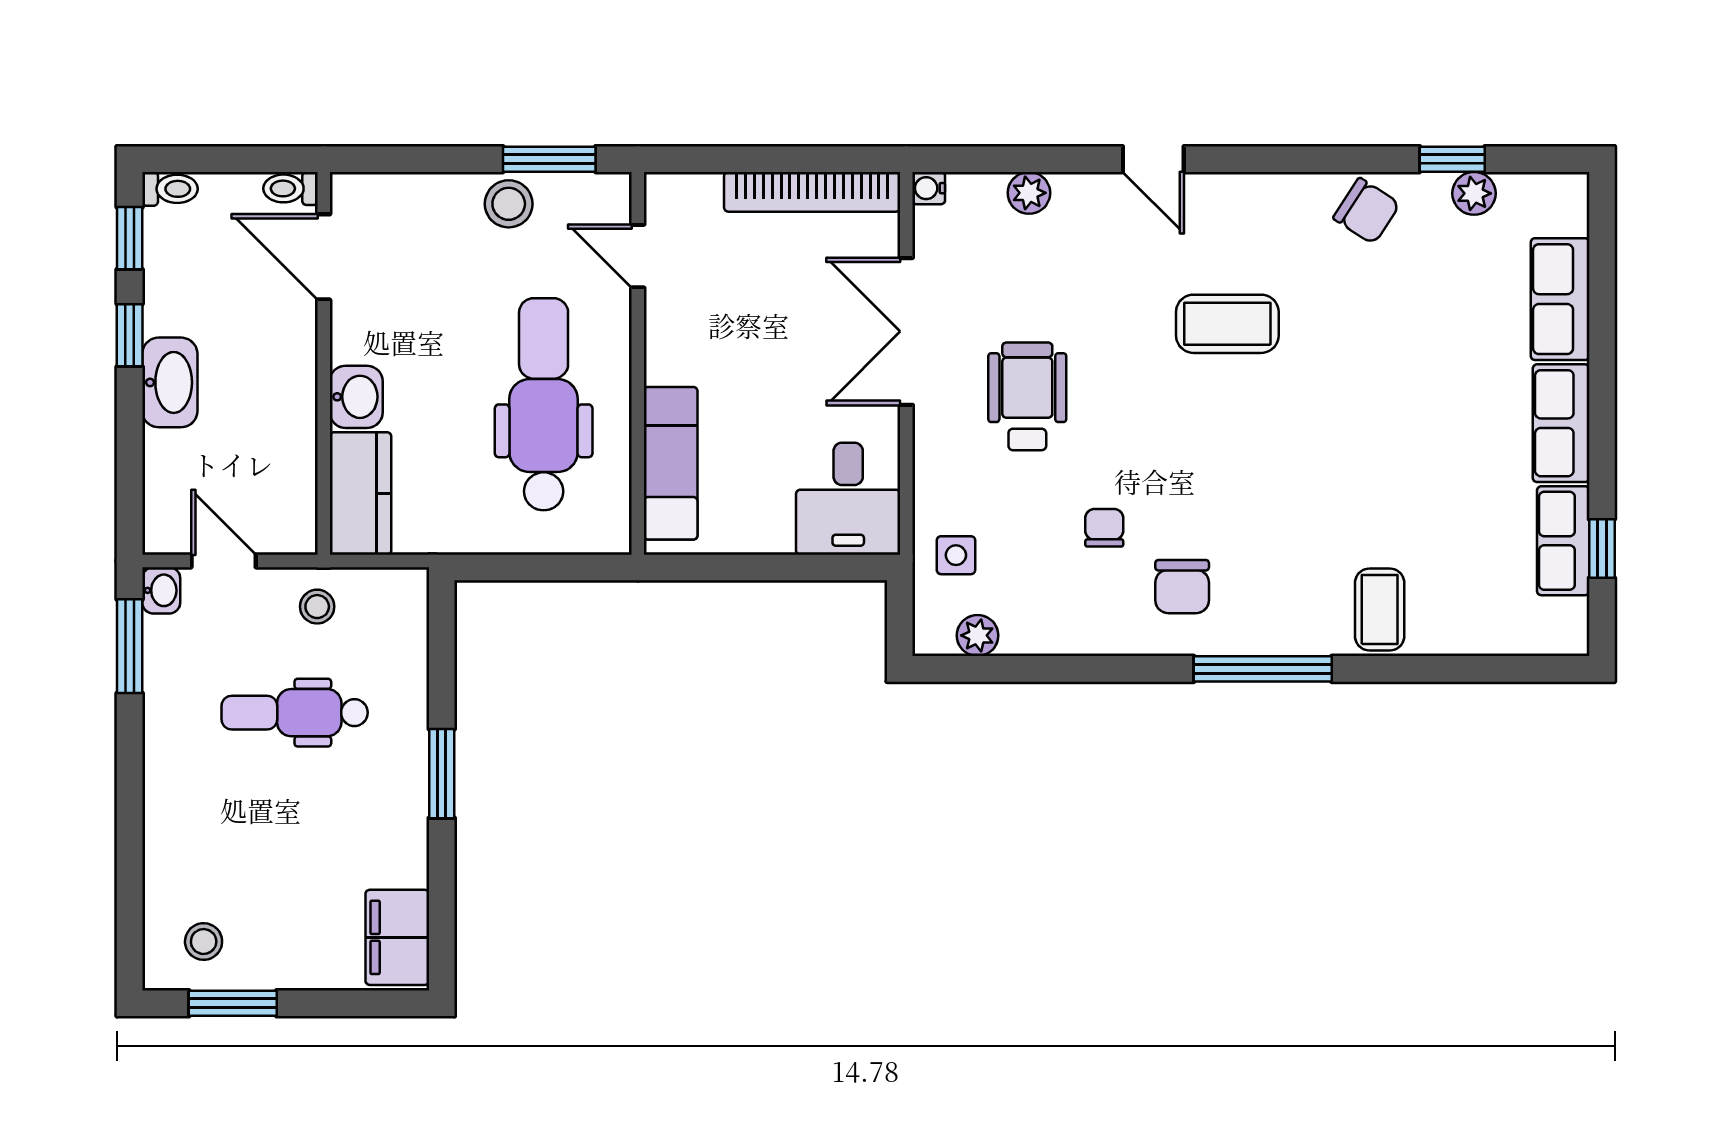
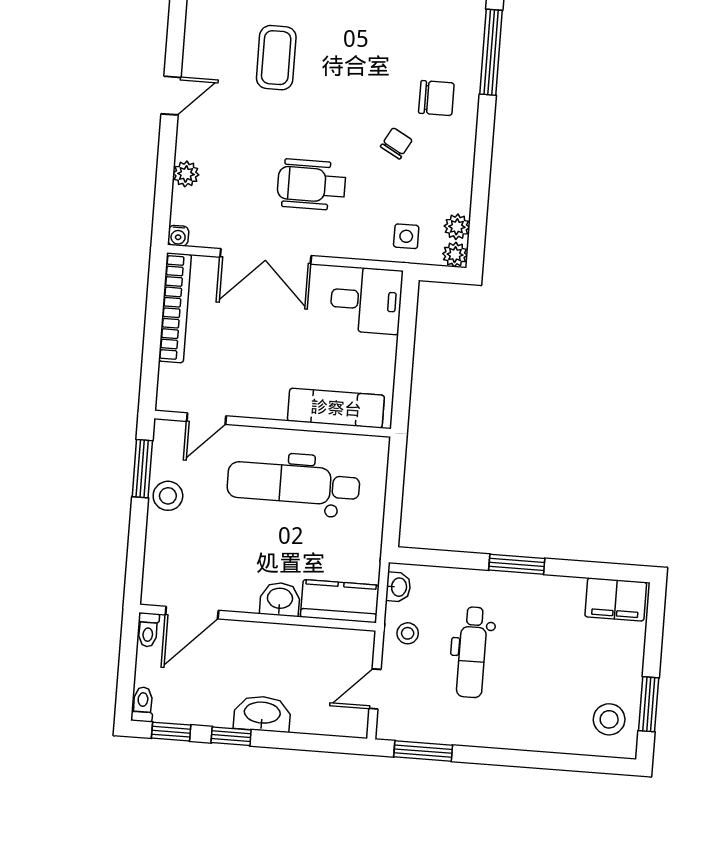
chair: (1104, 528) -> (396, 143), turned 119
washbasin: (161, 590) -> (398, 587), moved, turned 90
plant: (933, 636) -> (455, 255), added
stool: (204, 942) -> (609, 719), width x1.37, depth x1.37

